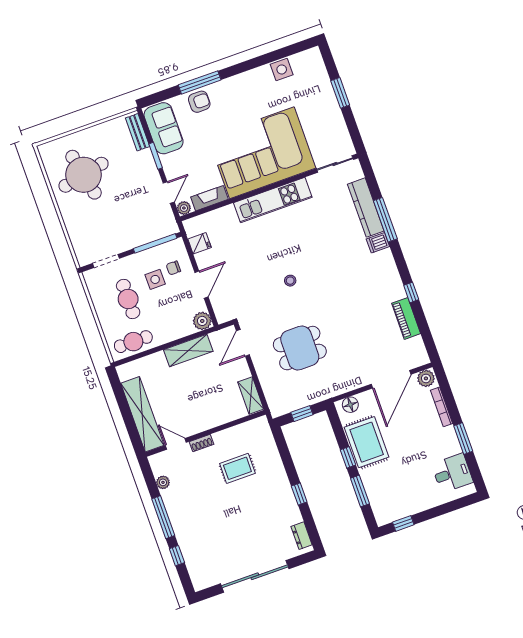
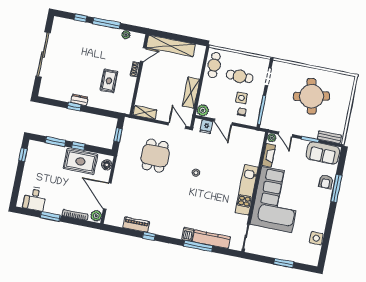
round table: (84, 175) -> (312, 96), moved
fridge: (200, 243) -> (206, 127), moved
dresser: (302, 536) -> (79, 100), moved

